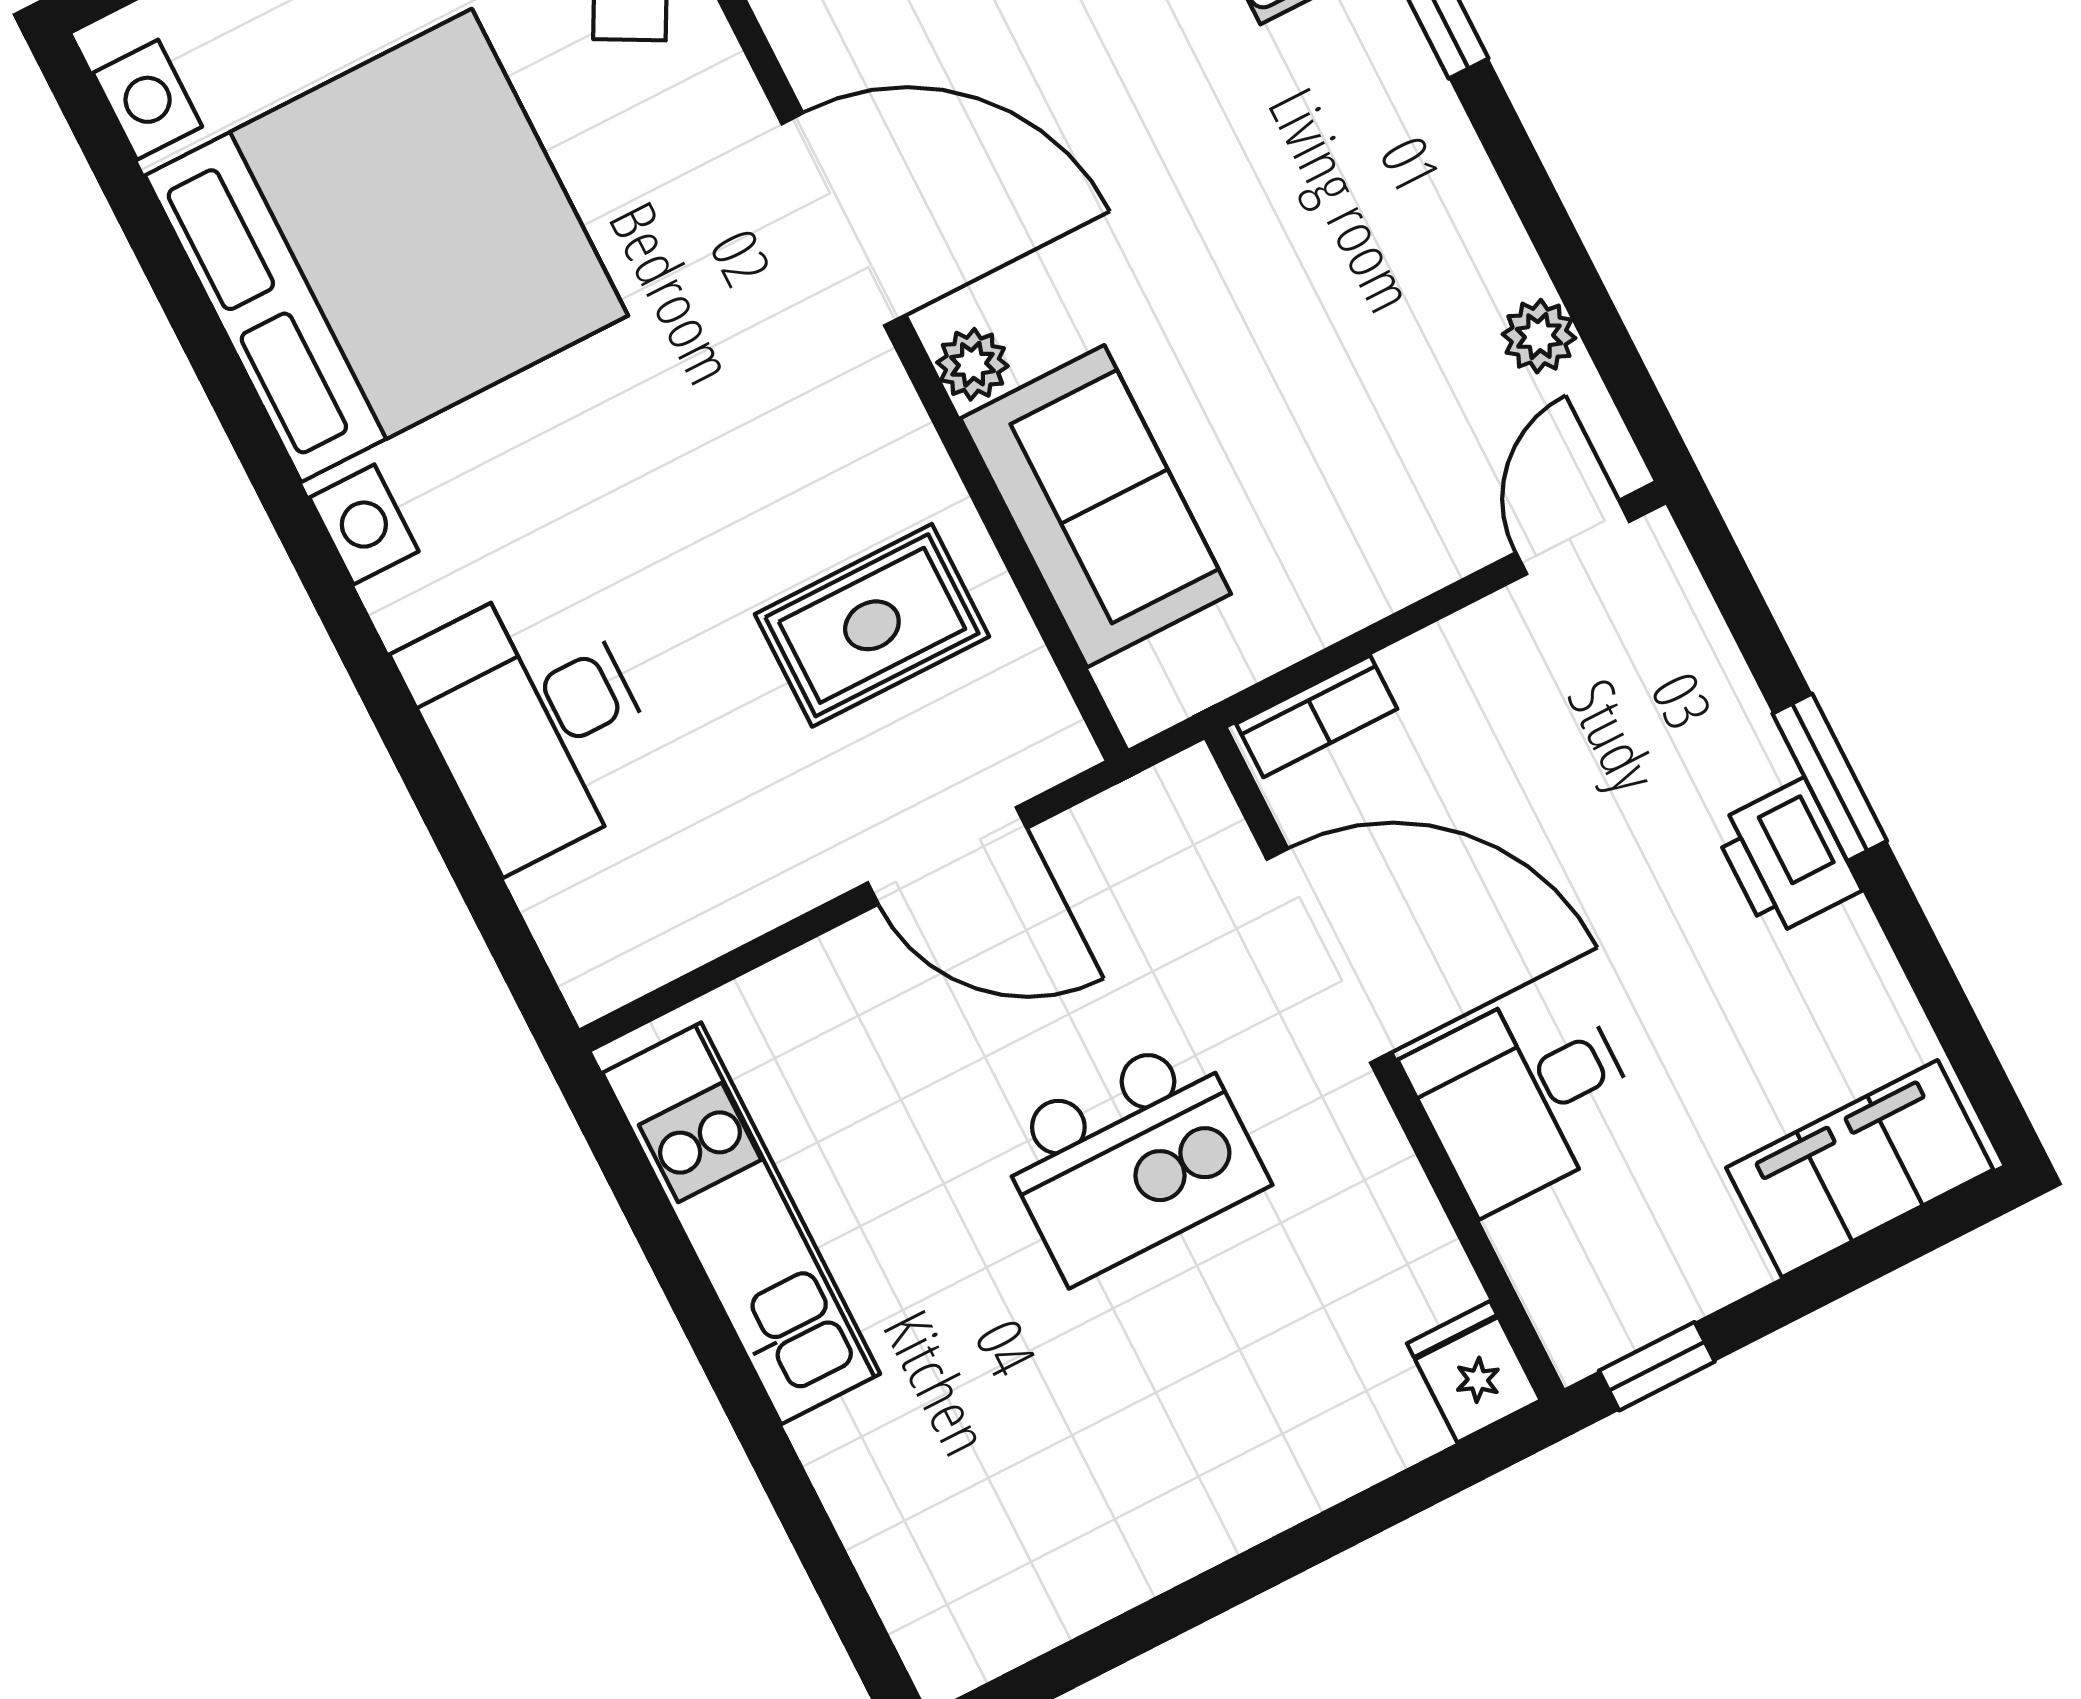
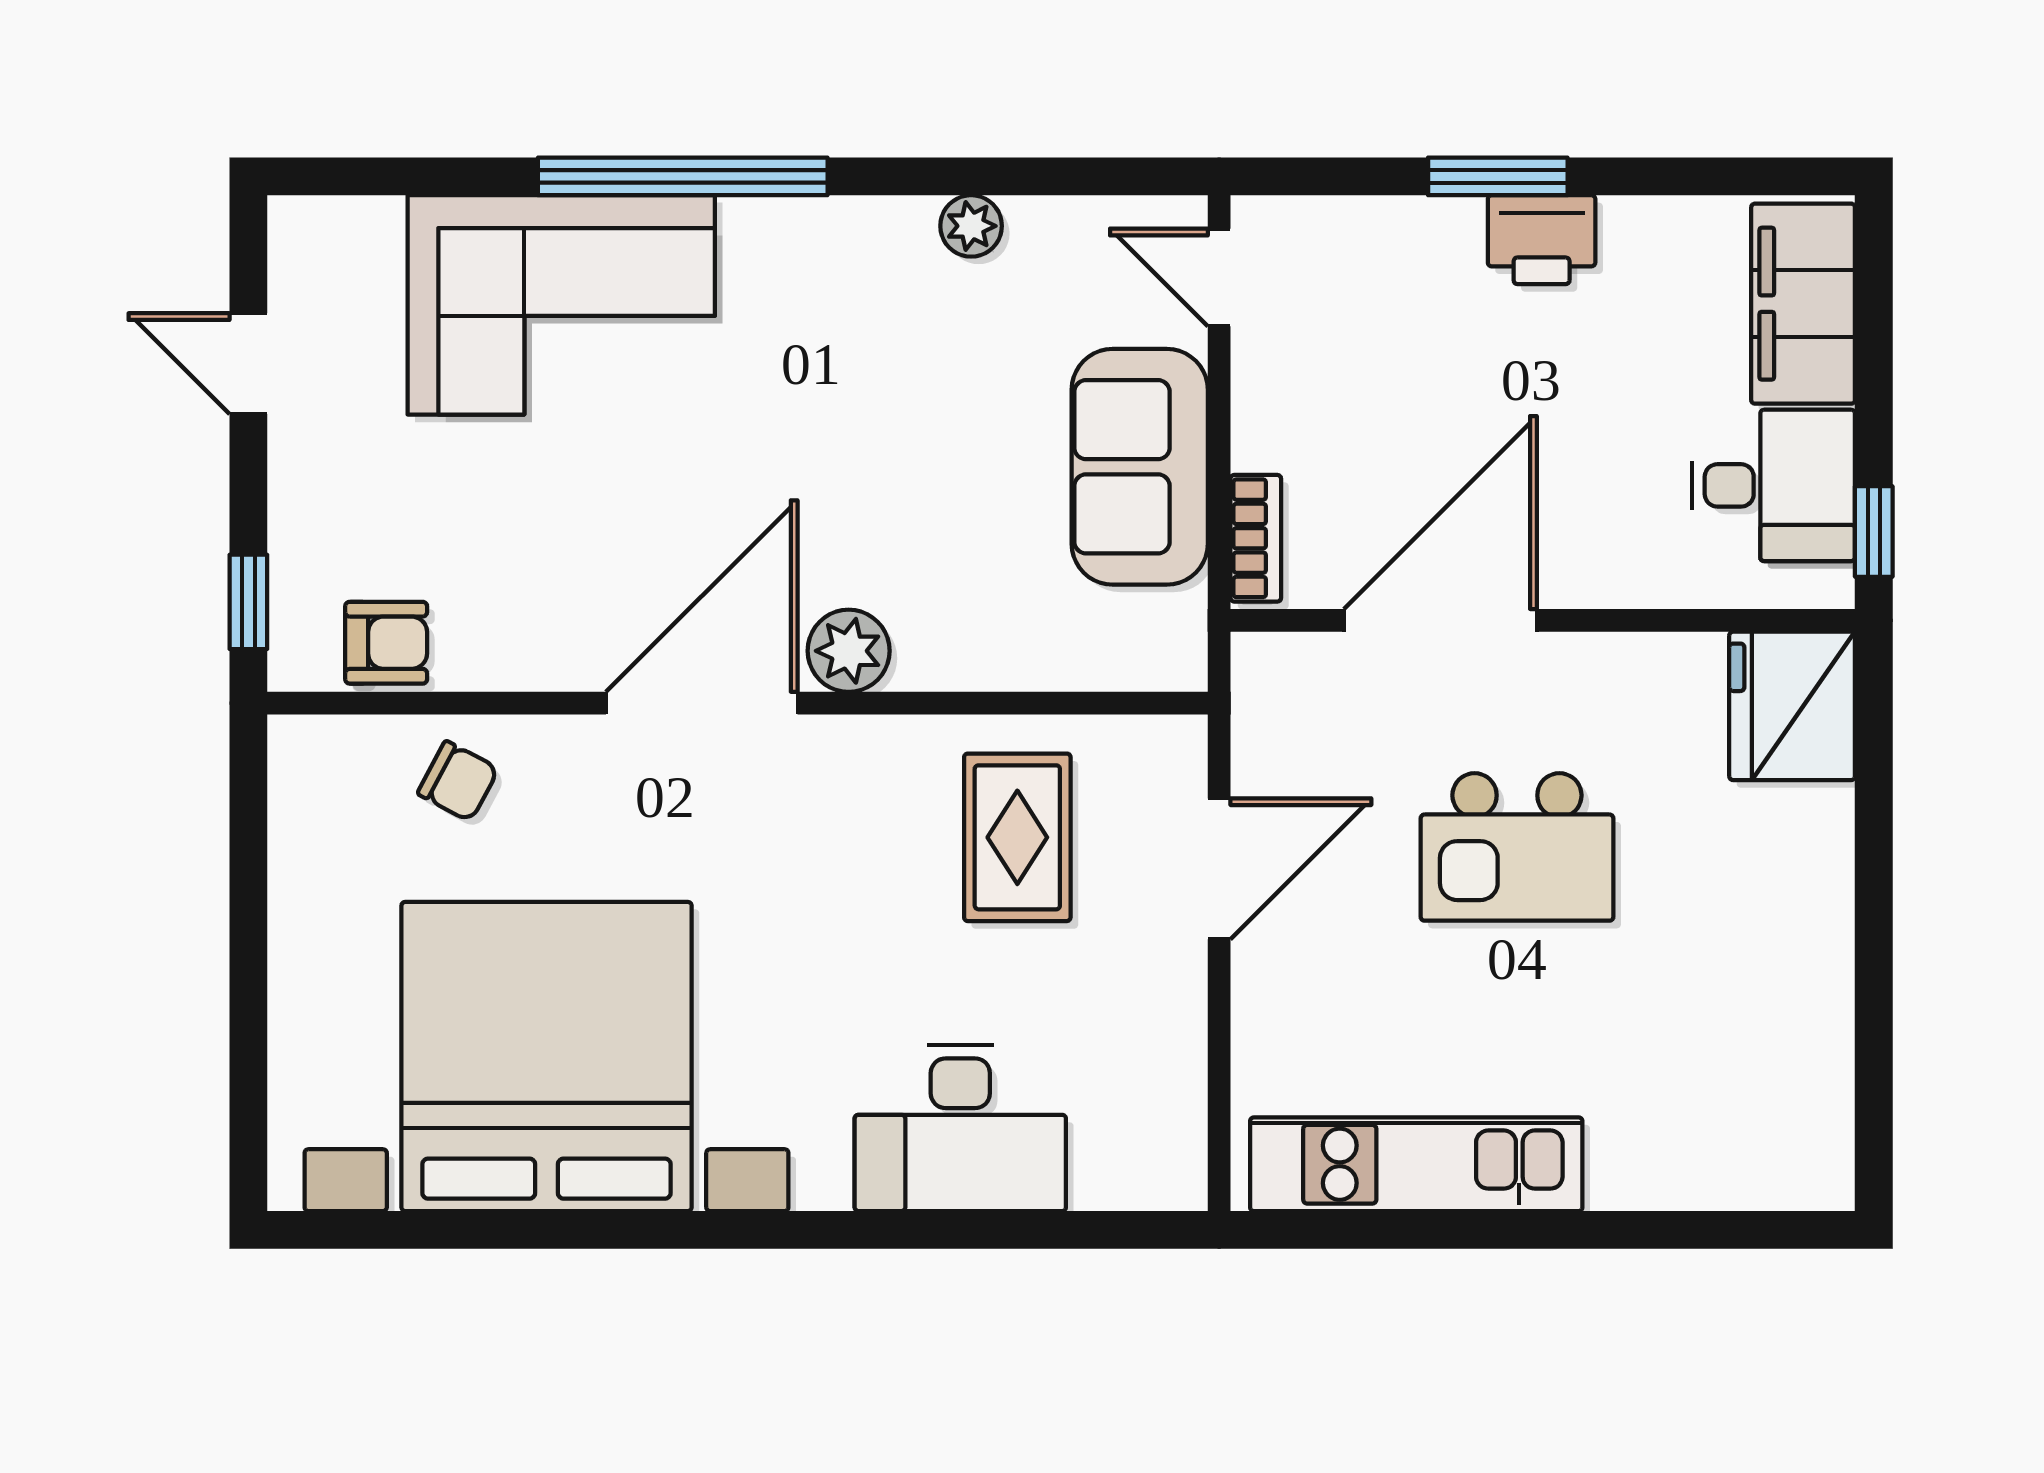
plant: (1539, 336) -> (971, 226), moved
plant: (972, 364) -> (849, 651), width x1.38, depth x1.38
sofa: (1096, 506) -> (1140, 467), moved, turned -90
desk: (1524, 1096) -> (1773, 485), moved, turned -90
kitchen island: (1131, 1159) -> (1517, 847), turned 90
fridge: (1474, 1372) -> (1792, 706), width x1.88, depth x1.34

